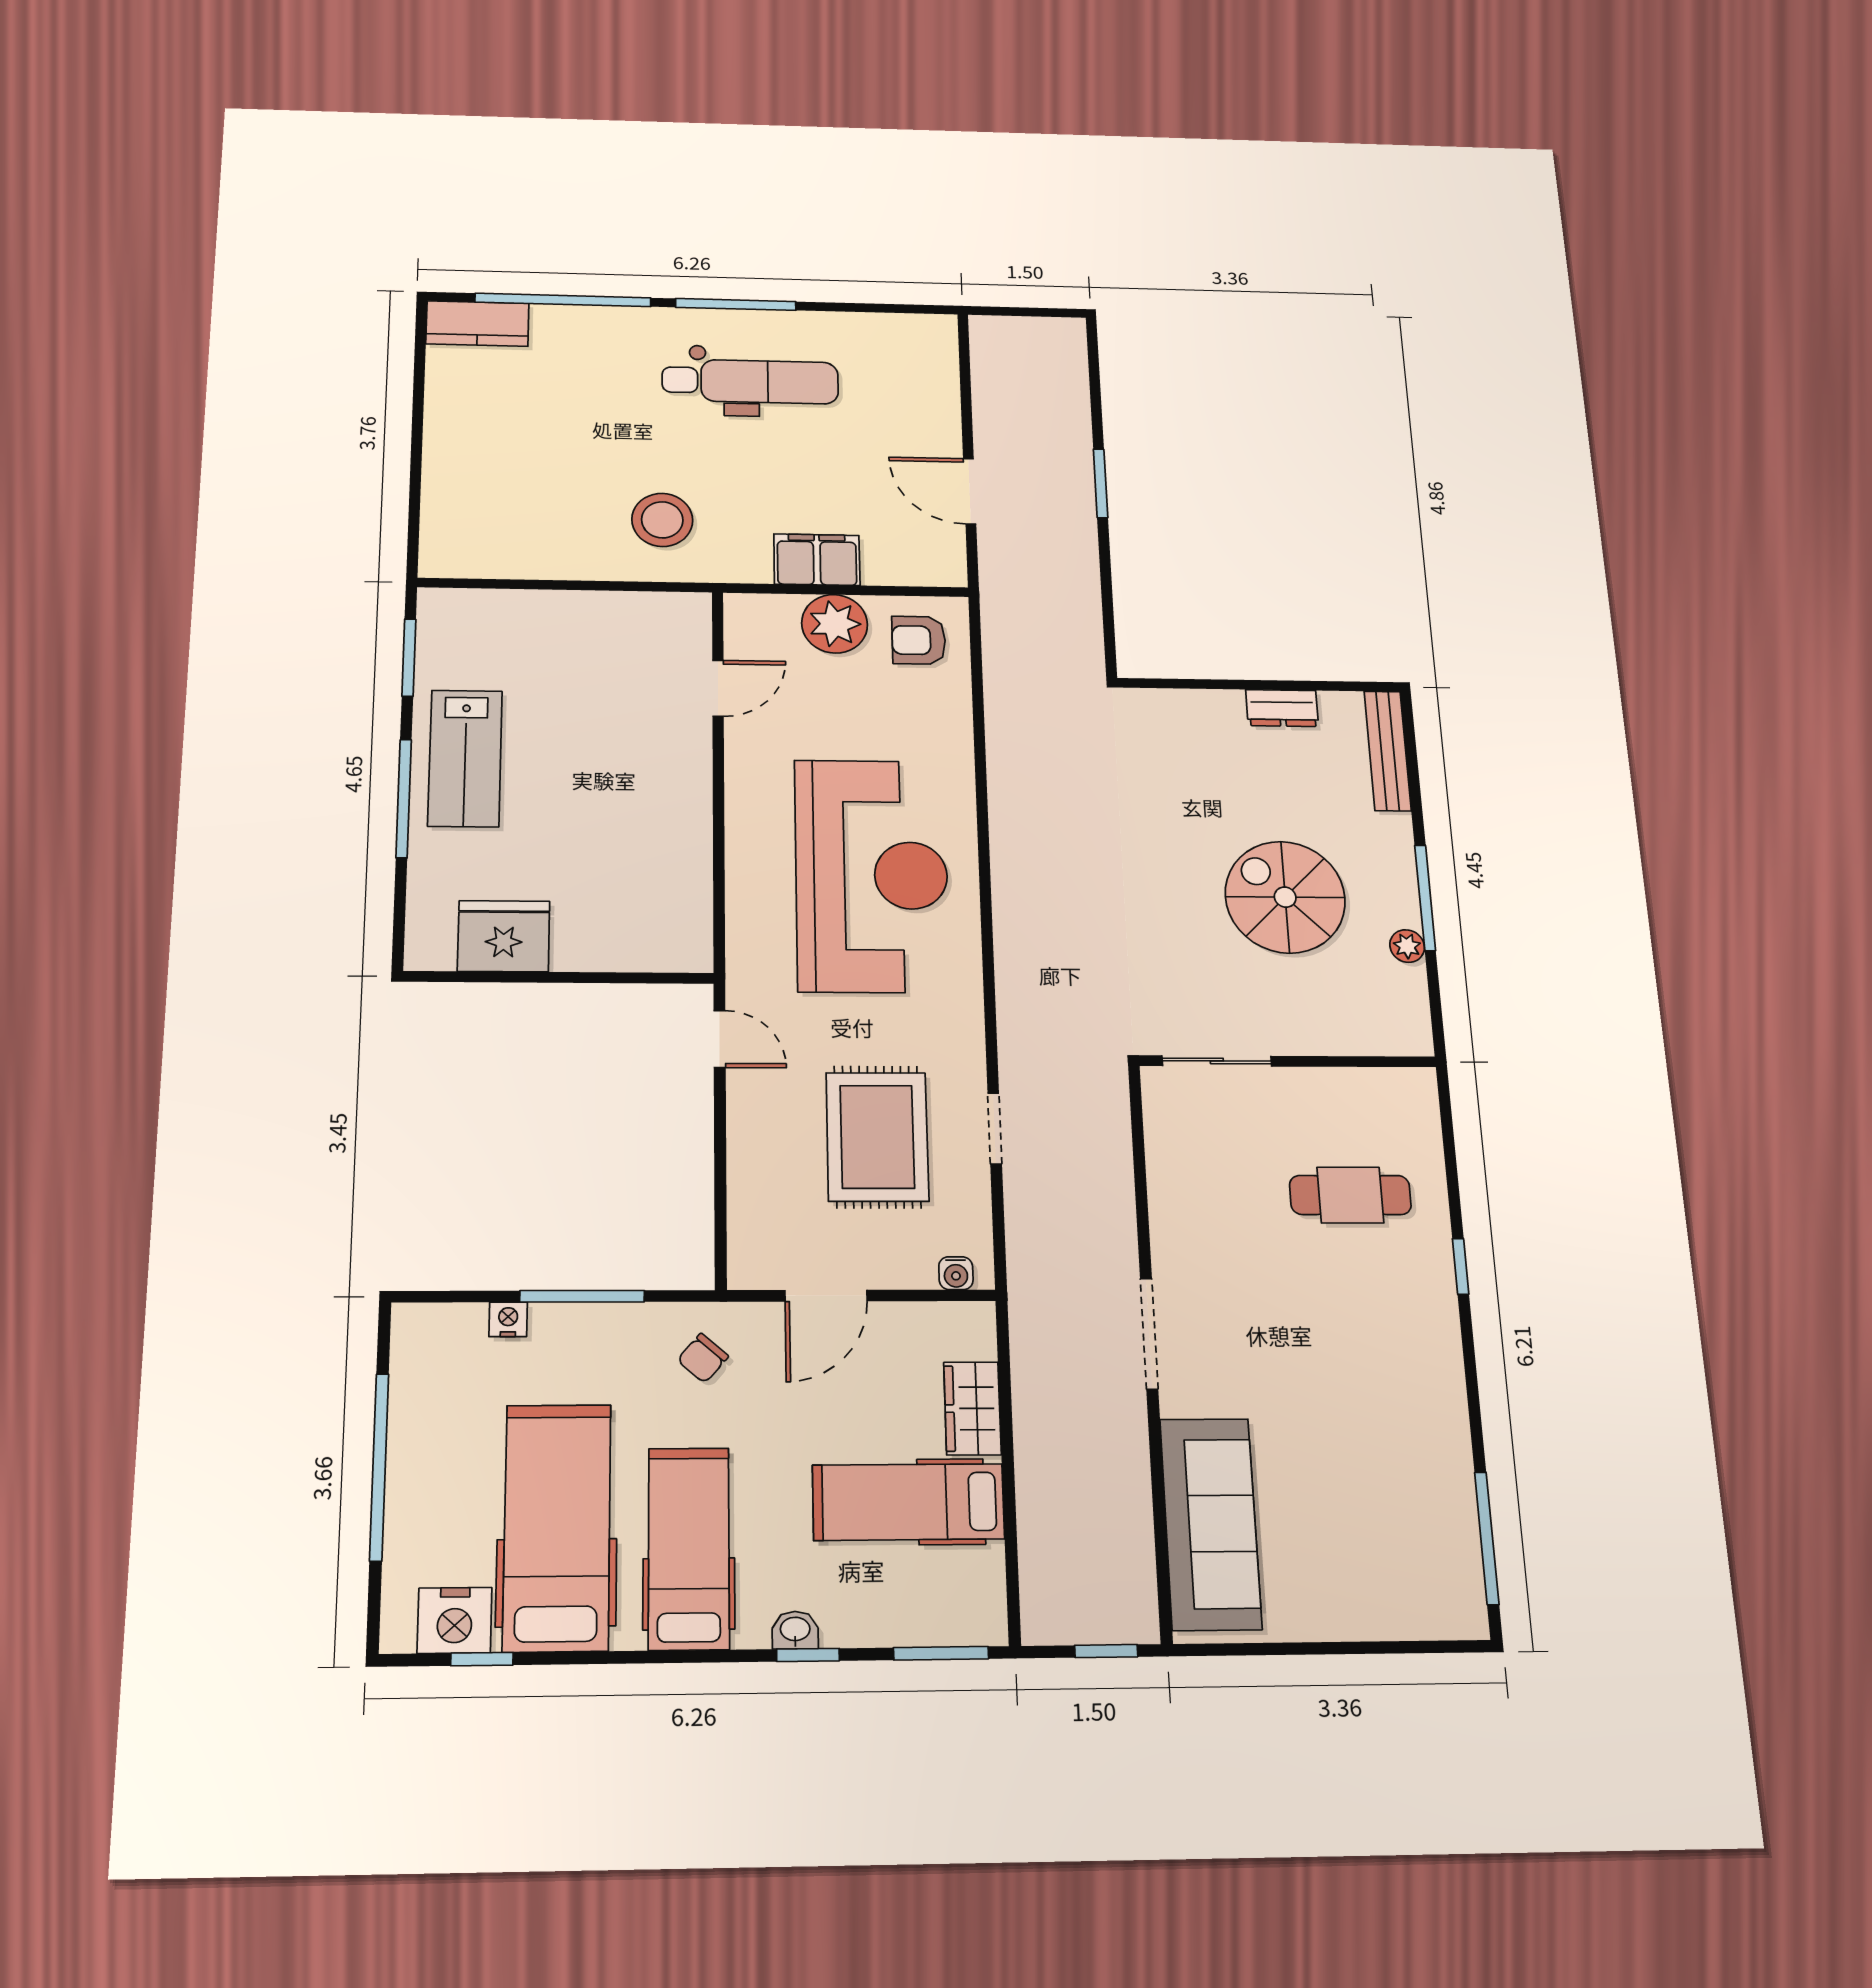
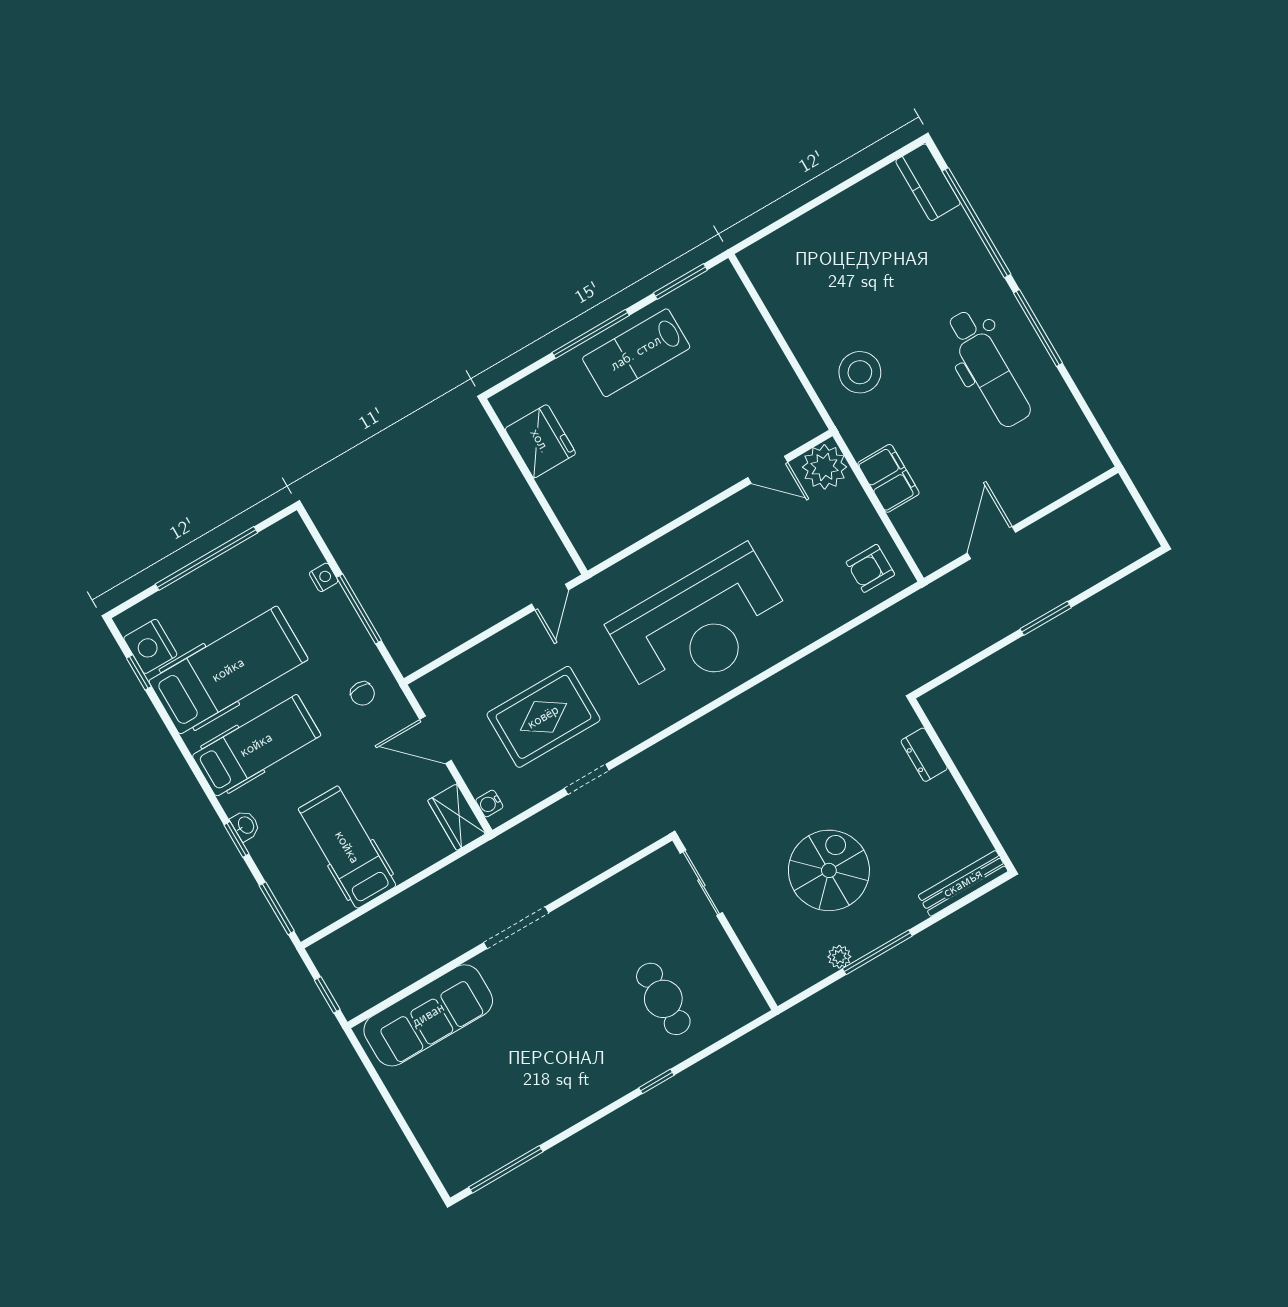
plant: (835, 624) -> (824, 467), moved
armchair: (919, 640) -> (870, 568), turned -90
dresser: (1282, 708) -> (924, 755), moved
chair: (703, 1358) -> (362, 694), turned -131
wardrobe: (972, 1408) -> (457, 817), moved, turned -90

